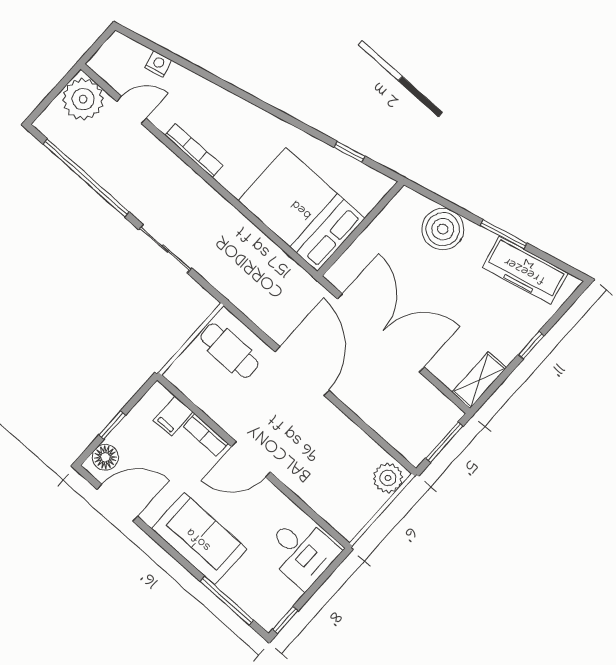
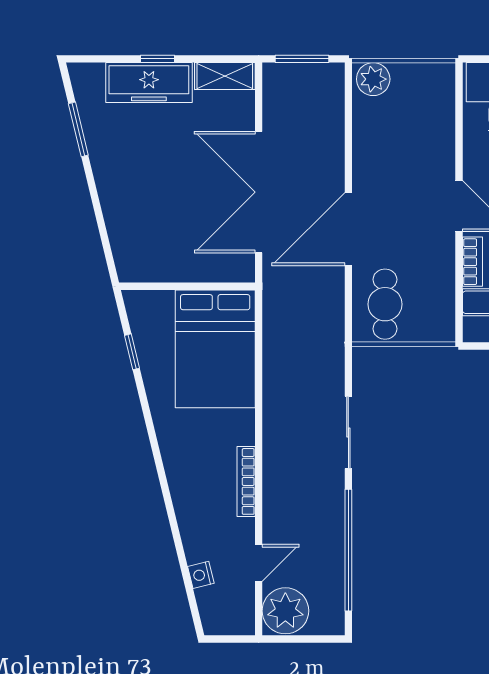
door: (131, 110) -> (259, 563), swing flipped
boiler: (443, 229) -> (127, 218), removed
window: (504, 234) -> (78, 129), moved
freezer: (525, 270) -> (149, 83), moved, turned 104

